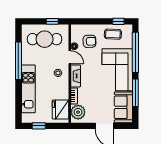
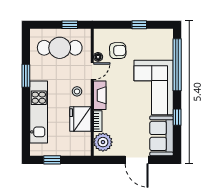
window: (118, 21) -> (139, 25), moved
coffee table: (113, 34) -> (148, 41), removed
door: (70, 57) -> (92, 71), hinge flipped
window: (18, 61) -> (26, 76), width x0.47
window: (135, 93) -> (177, 117), width x0.46
fridge: (61, 110) -> (80, 119), moved

